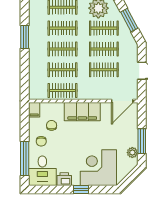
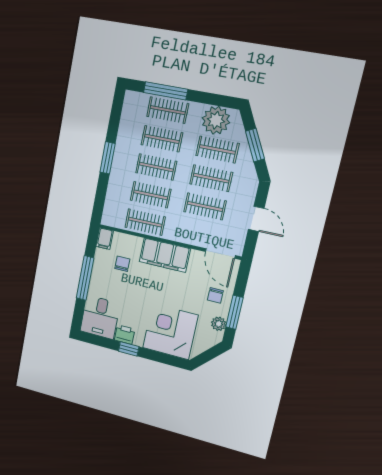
window: (25, 37) -> (108, 158), moved
door: (122, 101) -> (220, 254), hinge flipped
chair: (41, 141) -> (215, 295), moved
window: (25, 158) -> (85, 278), moved
window: (81, 189) -> (129, 349), moved

